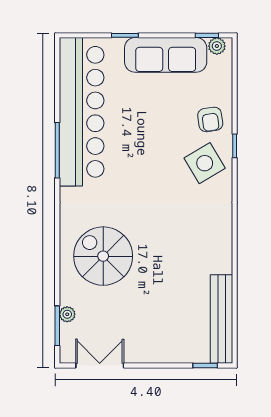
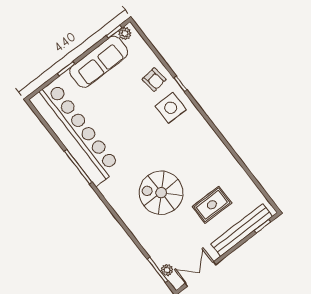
side table: (205, 163) -> (171, 108), turned 31
spiral stairs: (103, 256) -> (161, 193), moved
rug: (169, 301) -> (212, 205), added
plant: (67, 314) -> (167, 270), moved
bench: (222, 319) -> (242, 230), moved, turned 90

